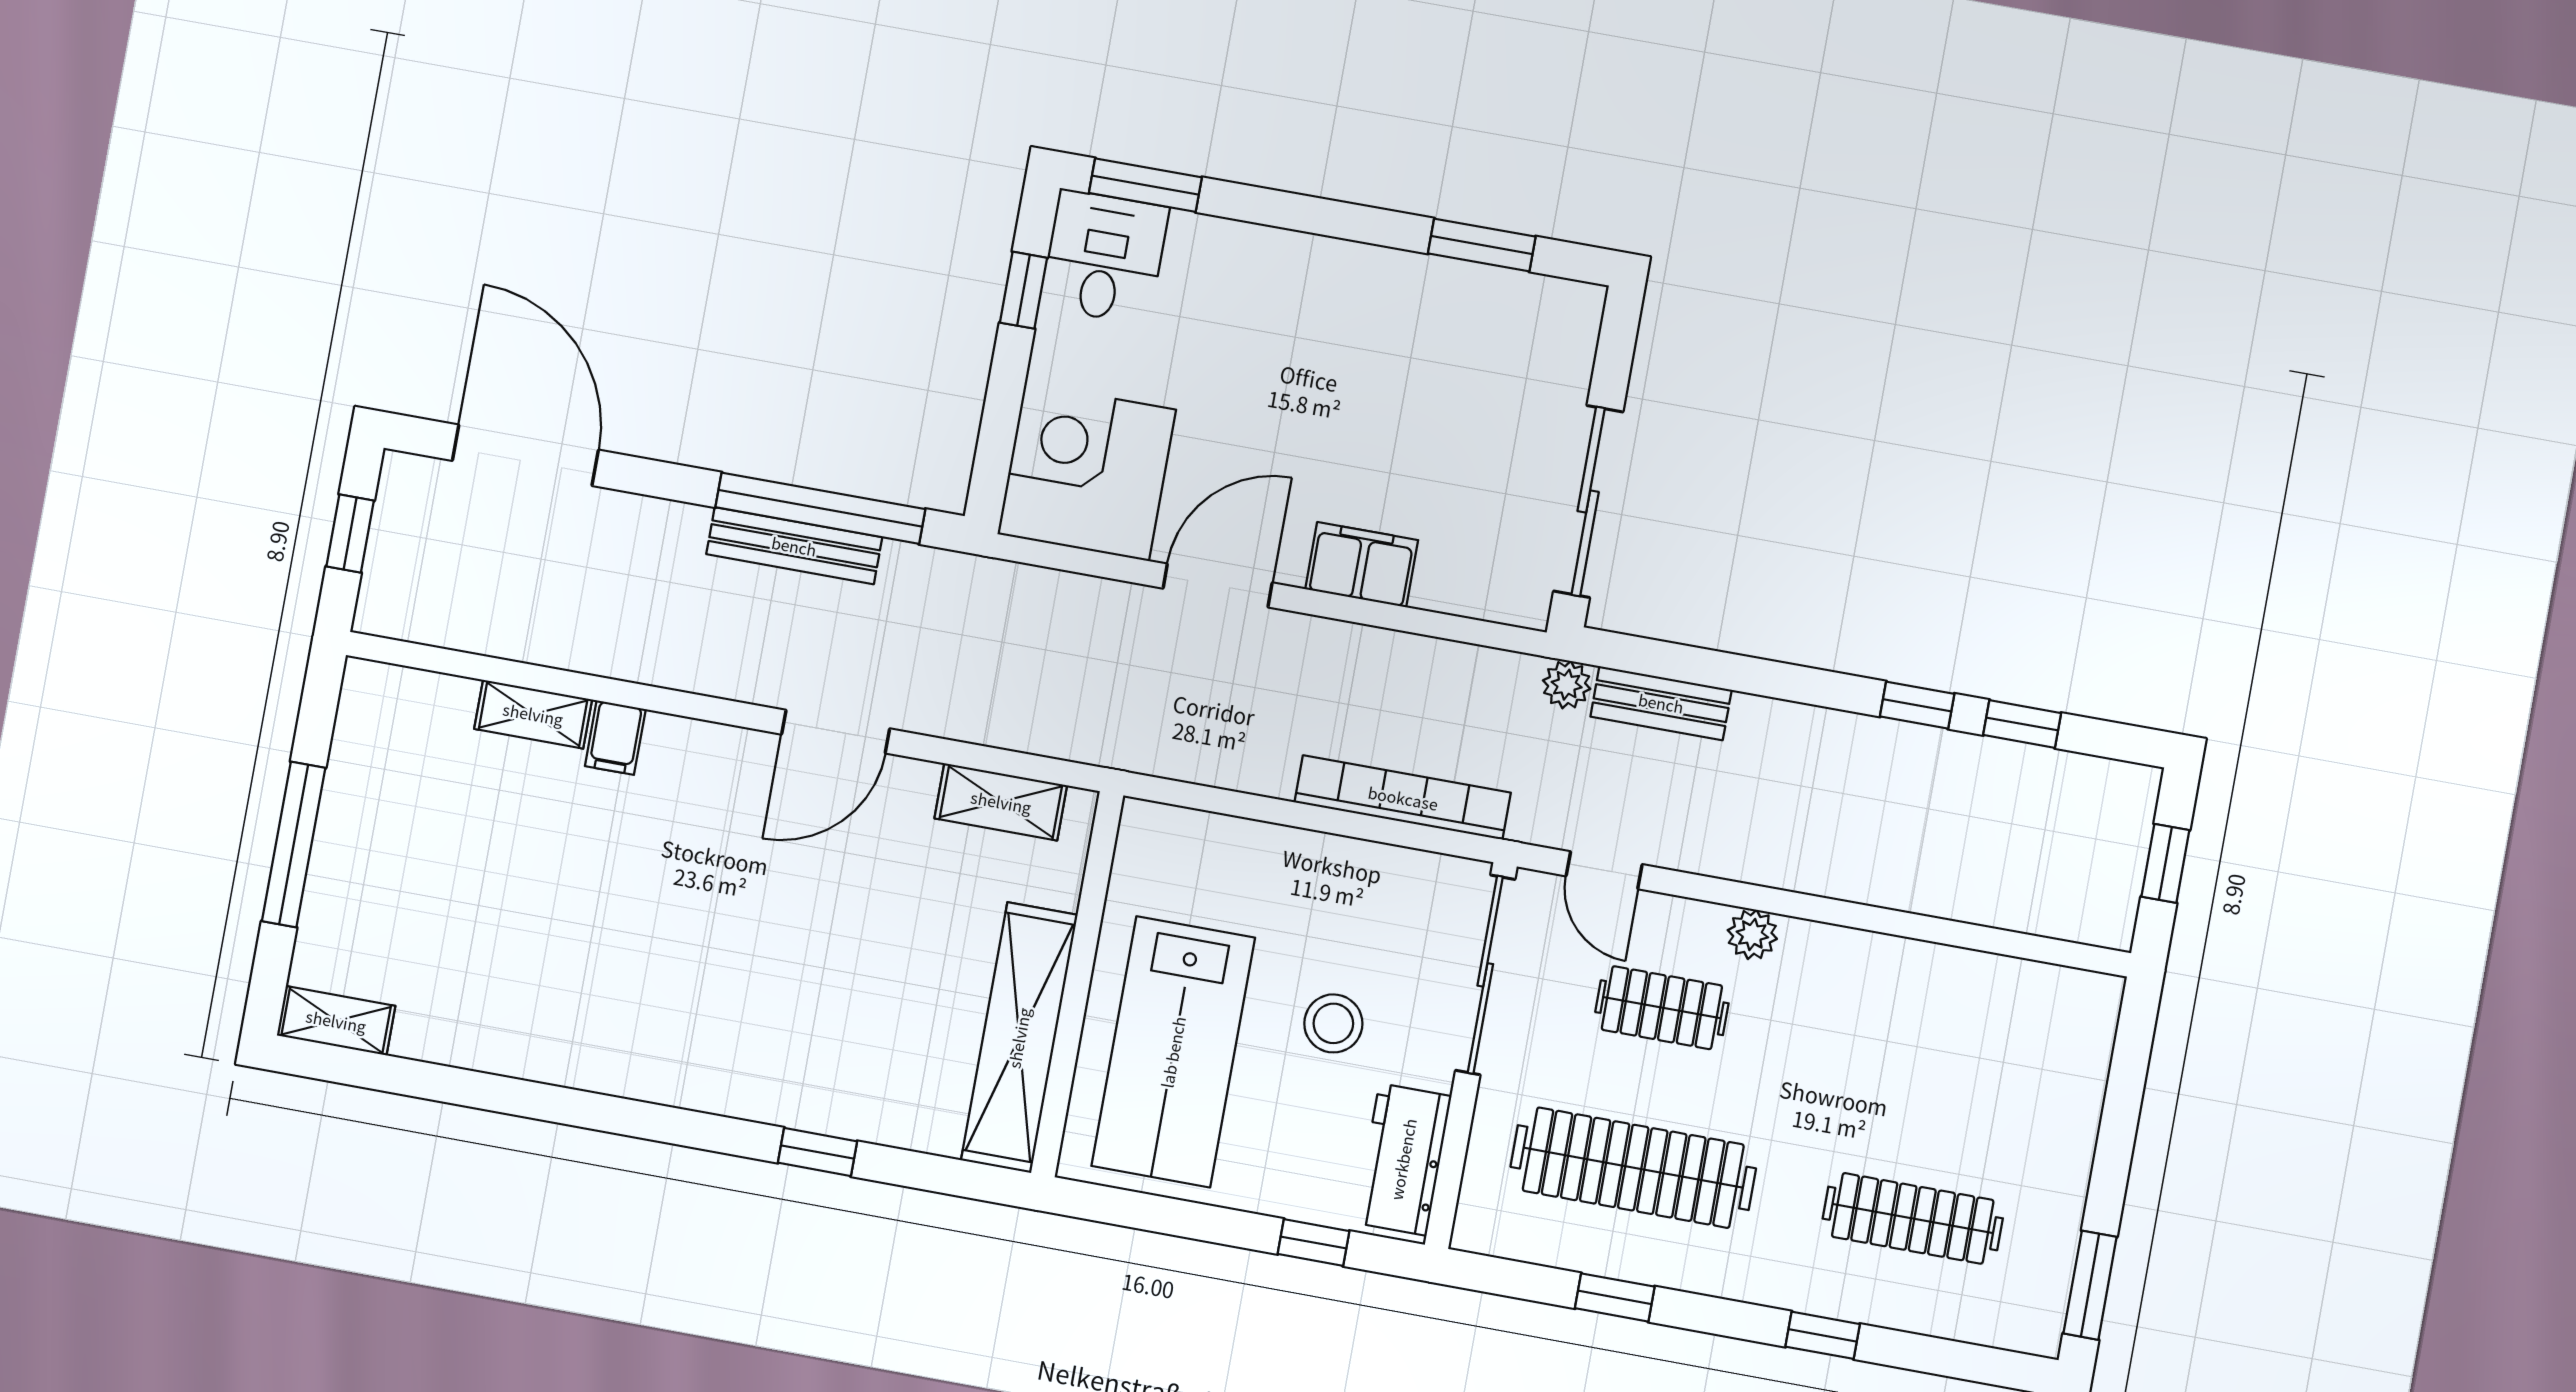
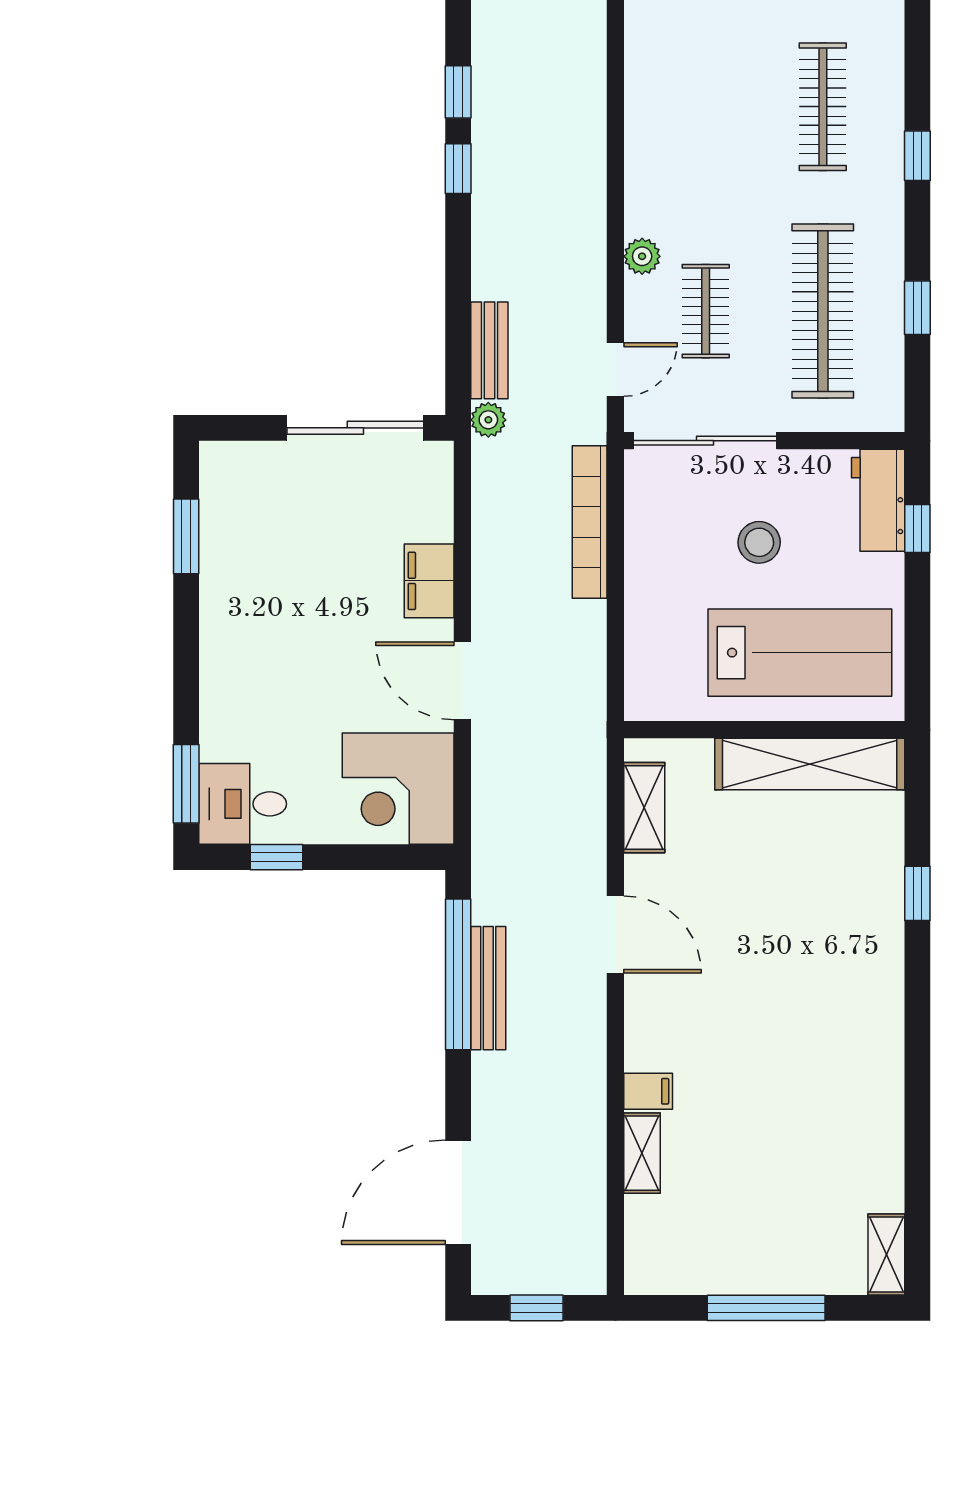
workbench: (1403, 1159) -> (878, 500), moved, turned 90

